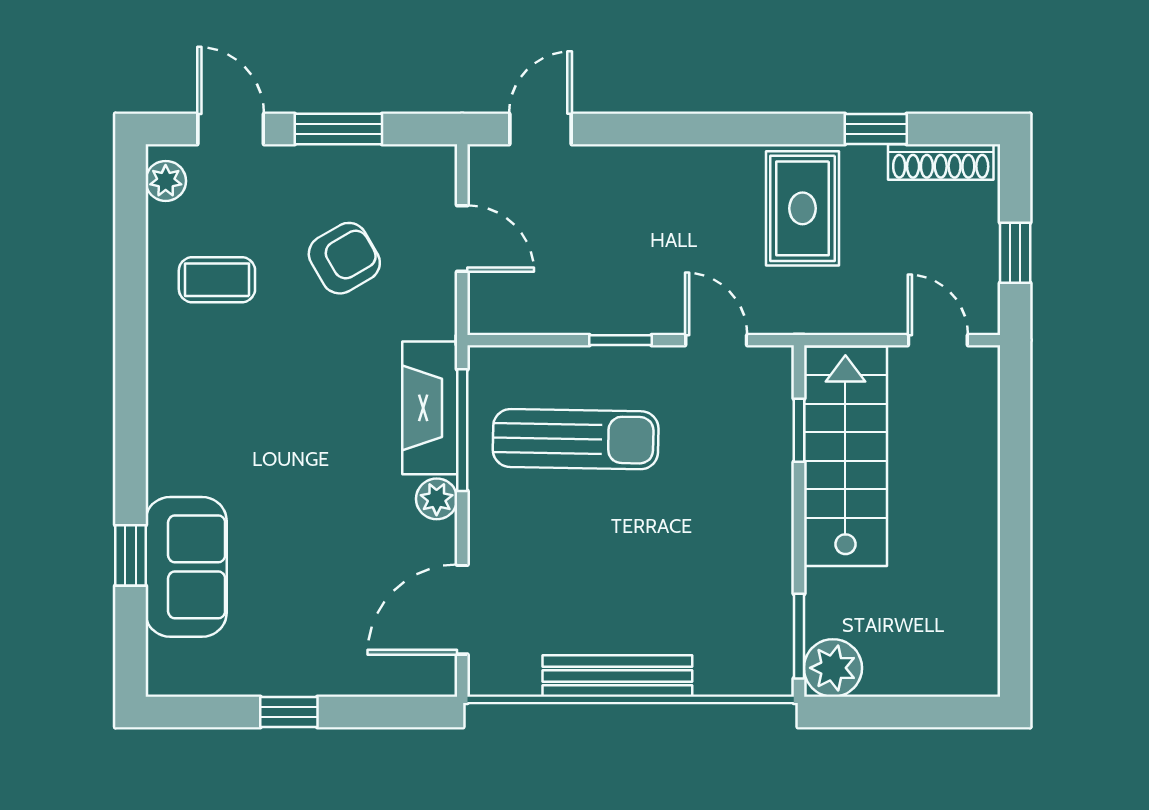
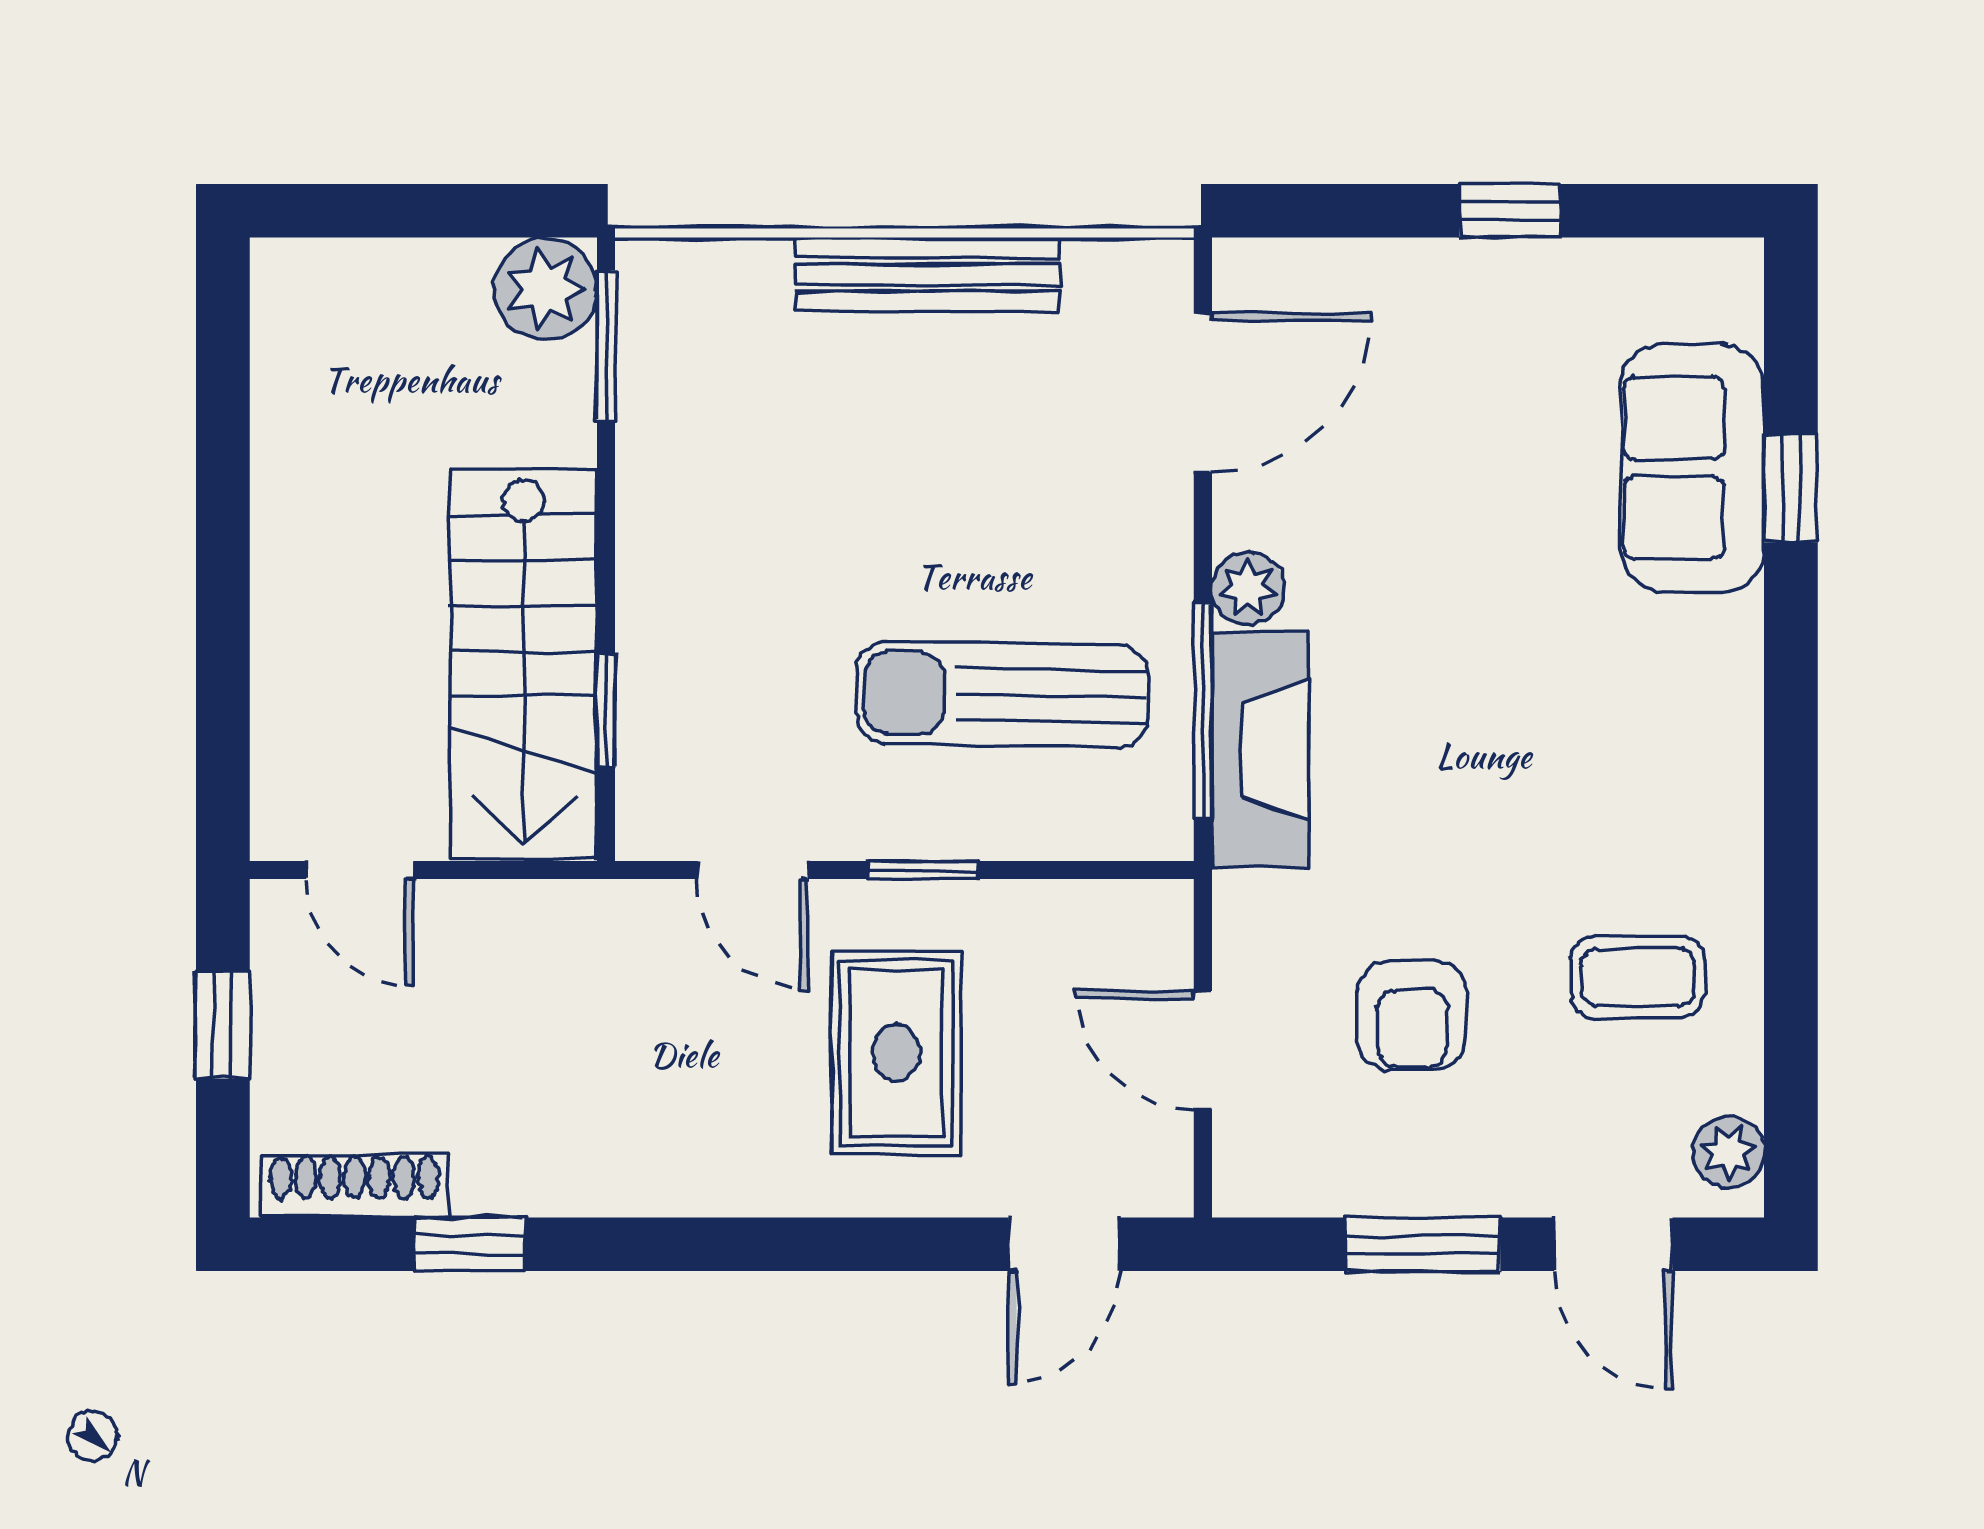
rug: (802, 208) -> (896, 1053), moved
armchair: (344, 258) -> (1412, 1015), turned -60

